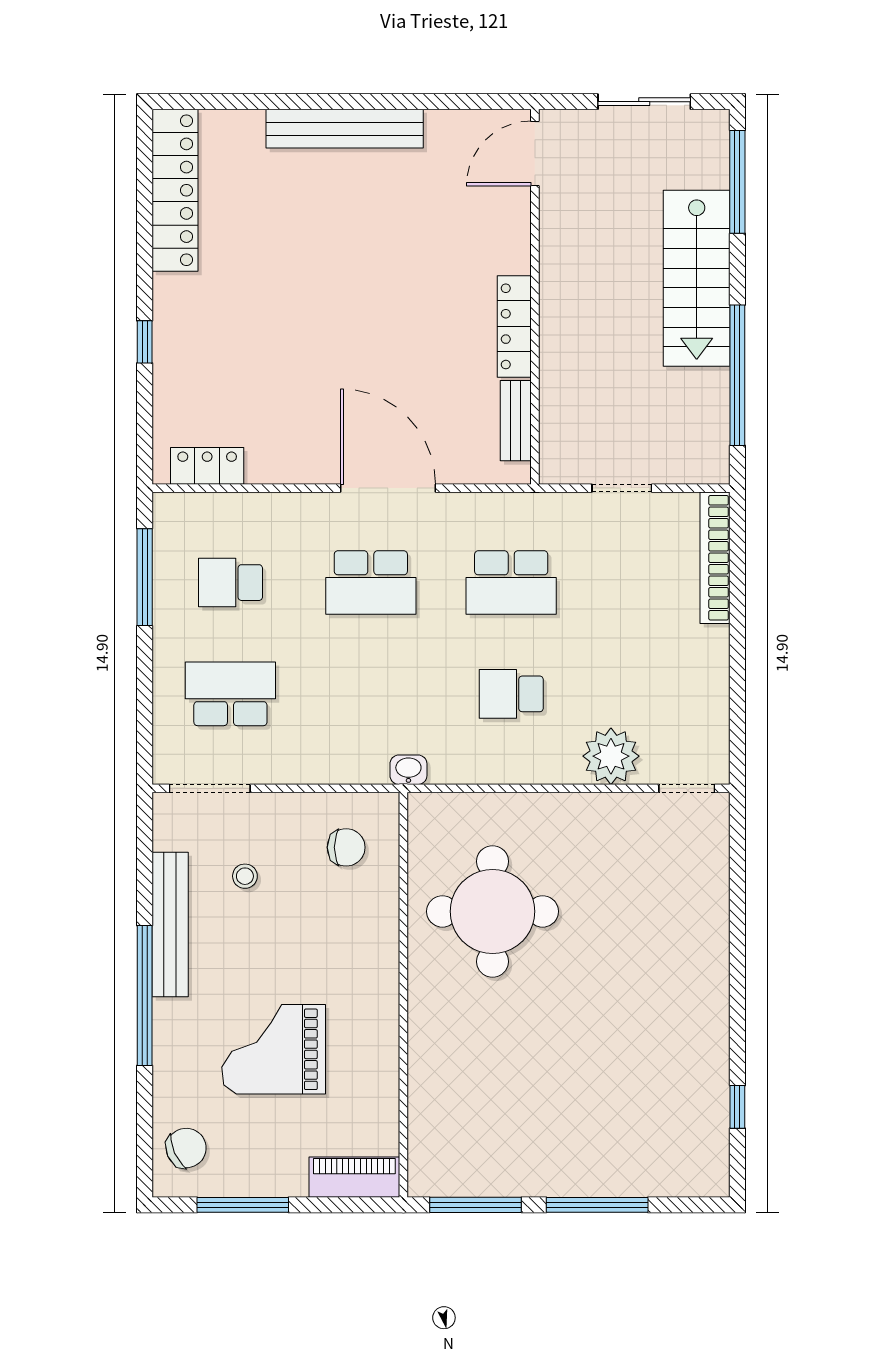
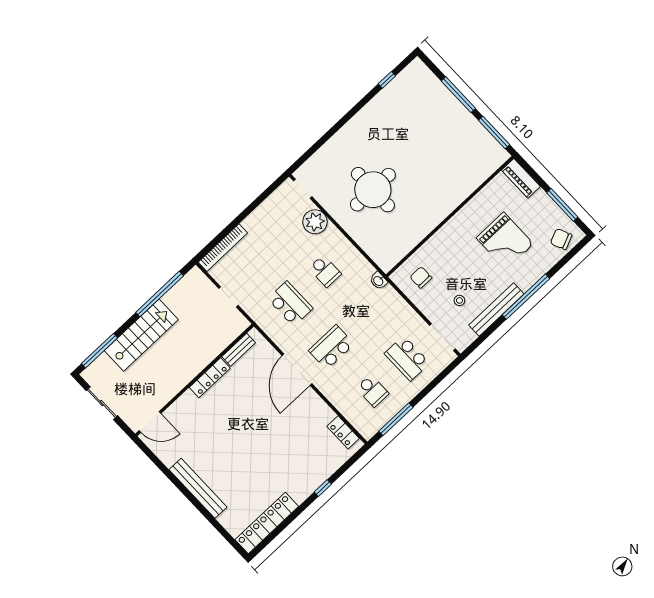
school desk: (371, 583) -> (331, 347), turned -90
round table: (493, 911) -> (373, 190), moved

